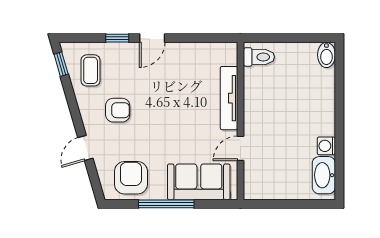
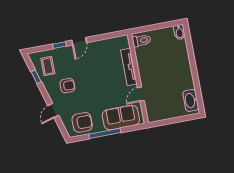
window: (61, 64) -> (36, 77), moved
washing machine: (326, 146) -> (189, 84), removed
armchair: (131, 178) -> (82, 122), turned 90

